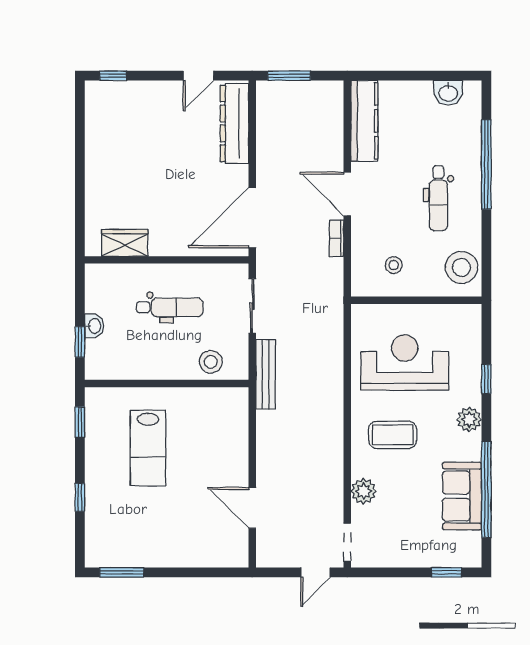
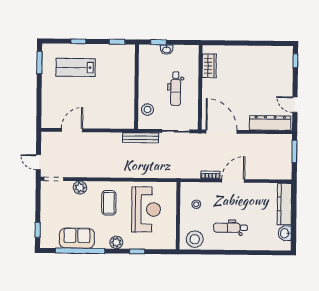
kitchen counter: (364, 121) -> (284, 204), moved, turned 90
window: (486, 164) -> (248, 253), removed
lab bench: (148, 448) -> (76, 67), moved

